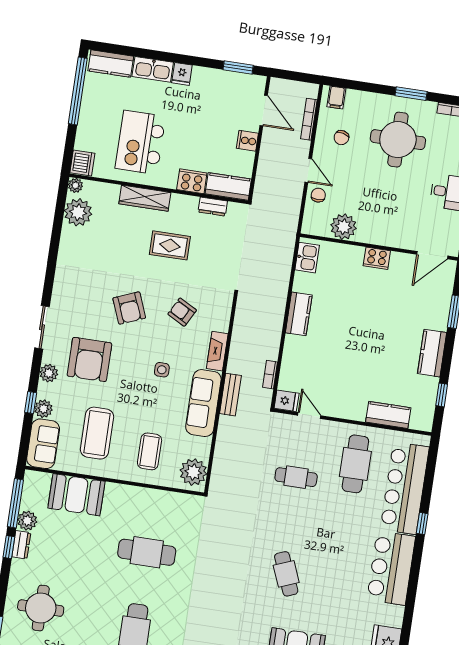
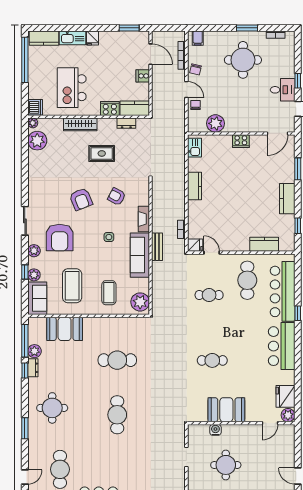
chair: (341, 138) -> (196, 69), moved
cafe table: (286, 574) -> (212, 360), turned -68

